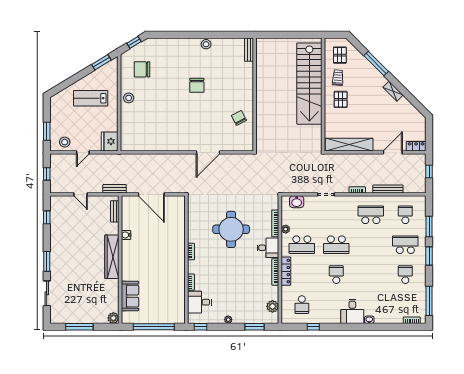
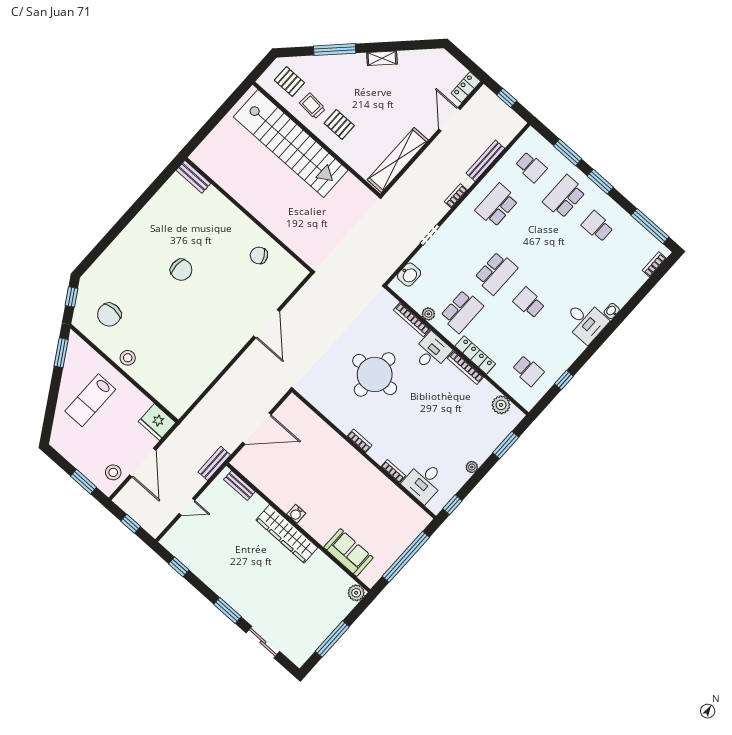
stool: (206, 44) -> (145, 219), removed
door: (83, 152) -> (143, 462), width x1.88
school desk: (405, 215) -> (531, 167), turned 180
water cooler: (126, 235) -> (296, 514), moved

